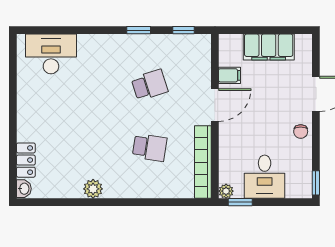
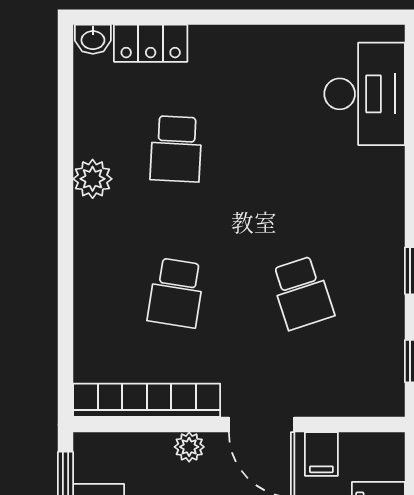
school desk: (78, 147) -> (176, 149), added
plant: (226, 191) -> (189, 447), moved

